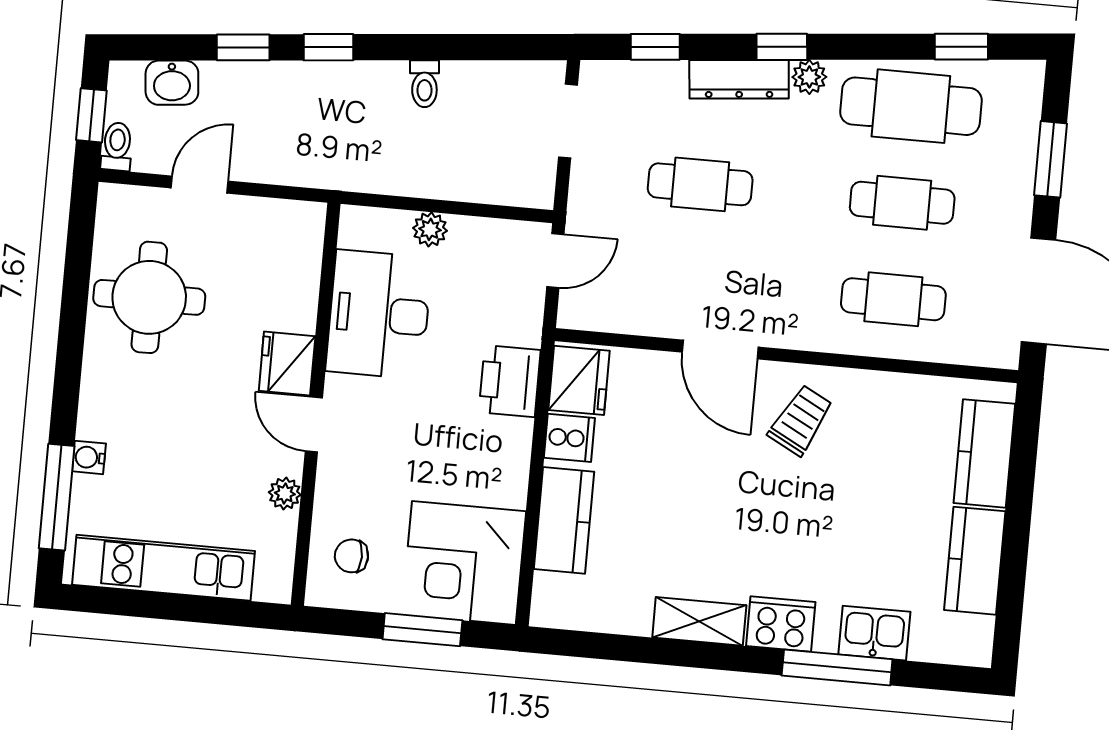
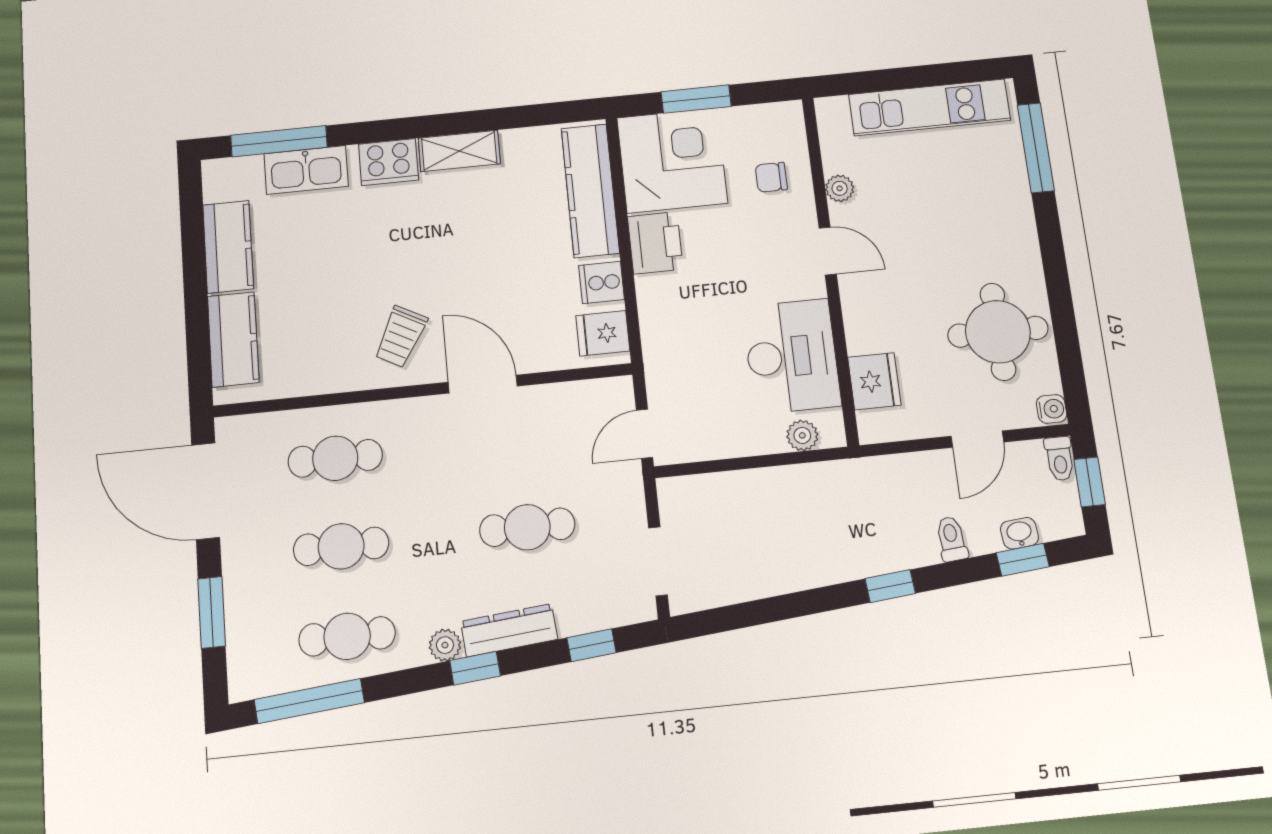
window: (243, 47) -> (1023, 560), moved
window: (961, 47) -> (309, 701), width x2.17
washbasin: (172, 83) -> (1019, 533), width x0.72, depth x0.69
toilet: (424, 84) -> (951, 539), moved
cafe table: (911, 106) -> (347, 636), width x0.73, depth x0.74
plant: (430, 229) -> (802, 435), moved
fridge: (287, 364) -> (874, 381), moved
fridge: (579, 380) -> (603, 333), width x0.72
printer: (510, 381) -> (655, 243), moved
water cooler: (89, 457) -> (1052, 409), moved
kitchen counter: (564, 520) -> (590, 191), width x1.50
chair: (351, 556) -> (771, 177), moved, turned 180
kitchen sink: (874, 633) -> (306, 170), width x1.38
window: (837, 667) -> (279, 141), moved

